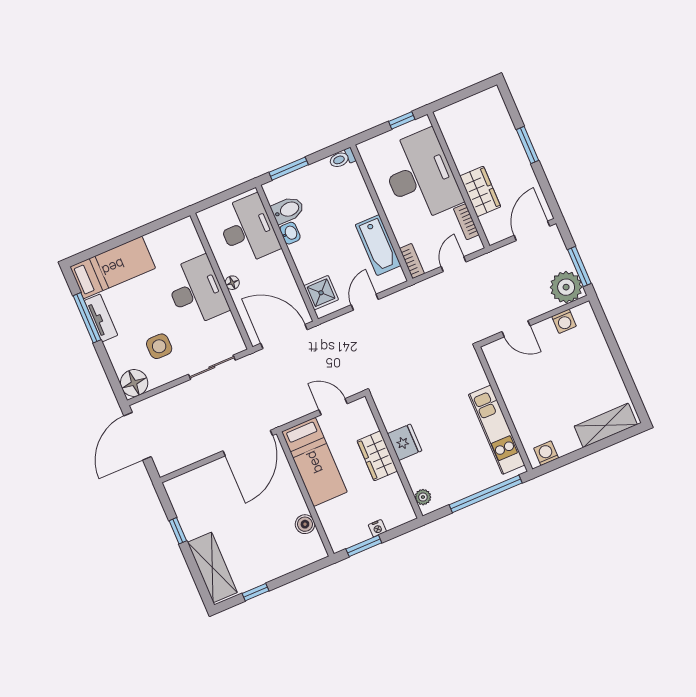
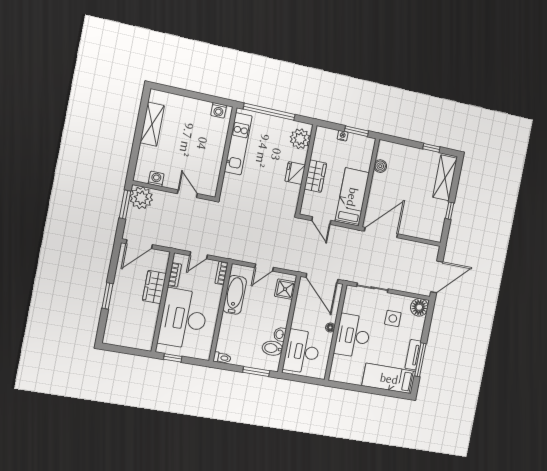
shelving: (606, 425) -> (152, 124), moved, turned 90
plant: (423, 497) -> (300, 139), width x1.88, depth x1.88

